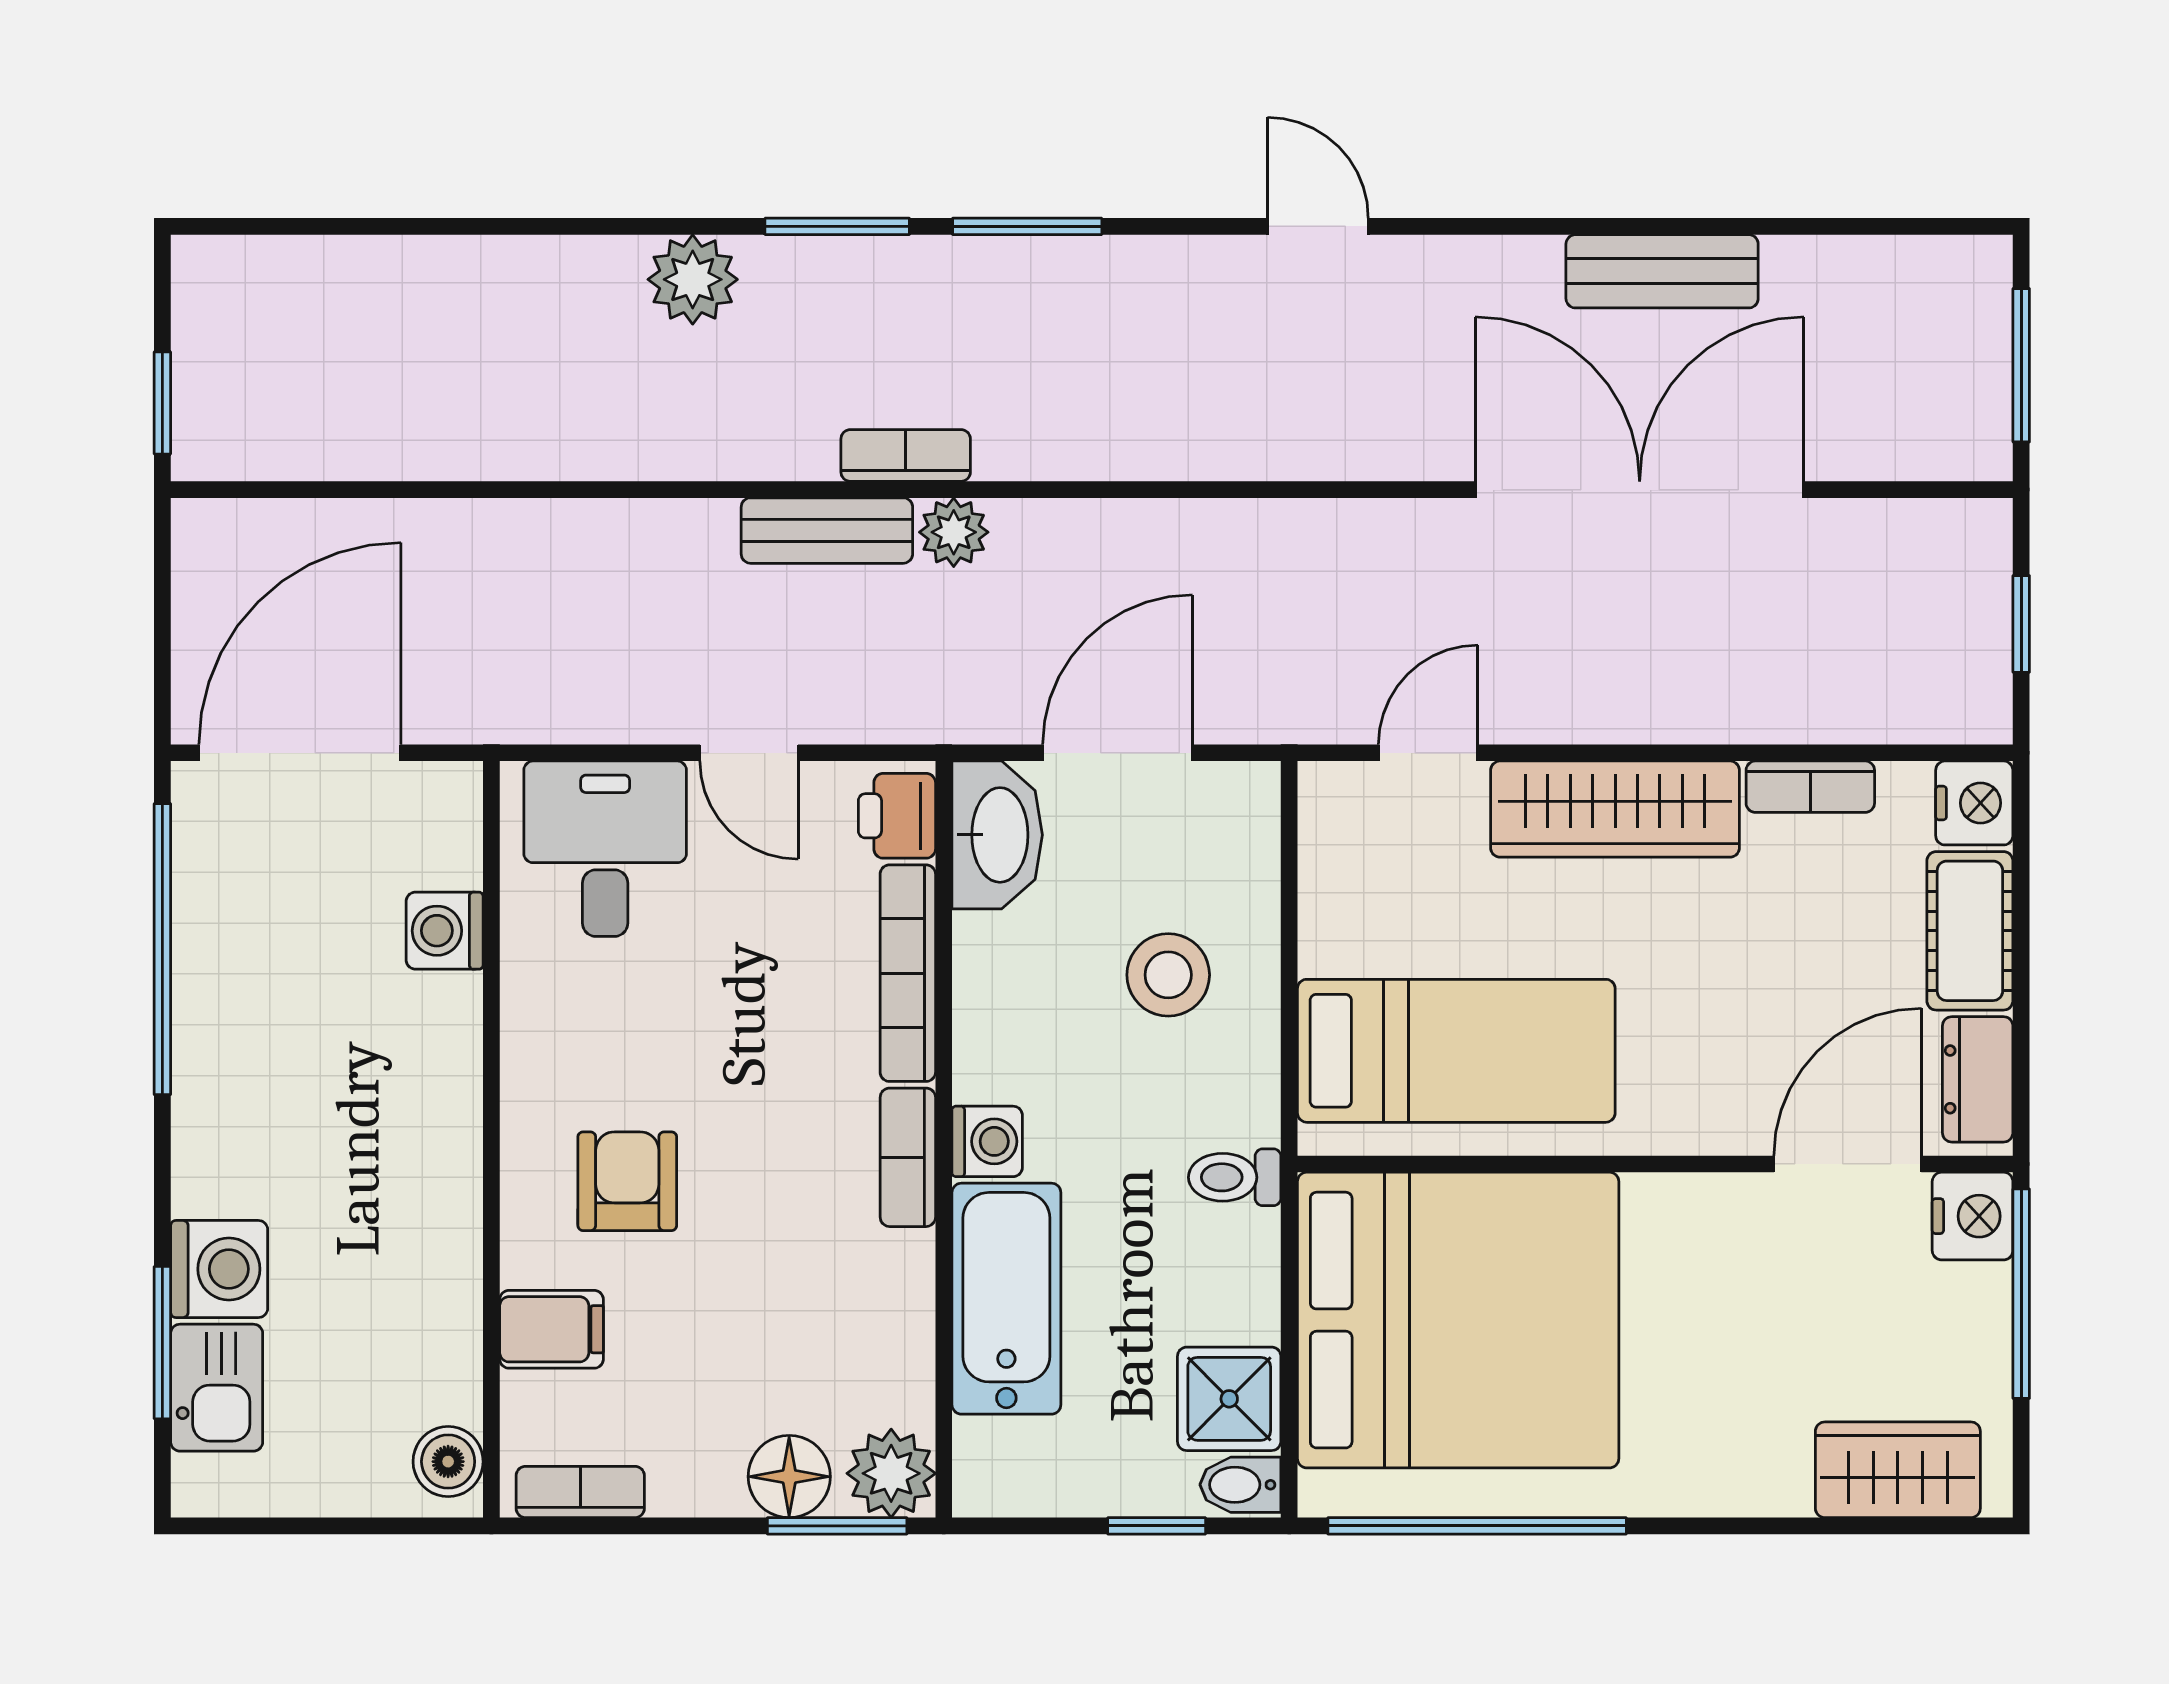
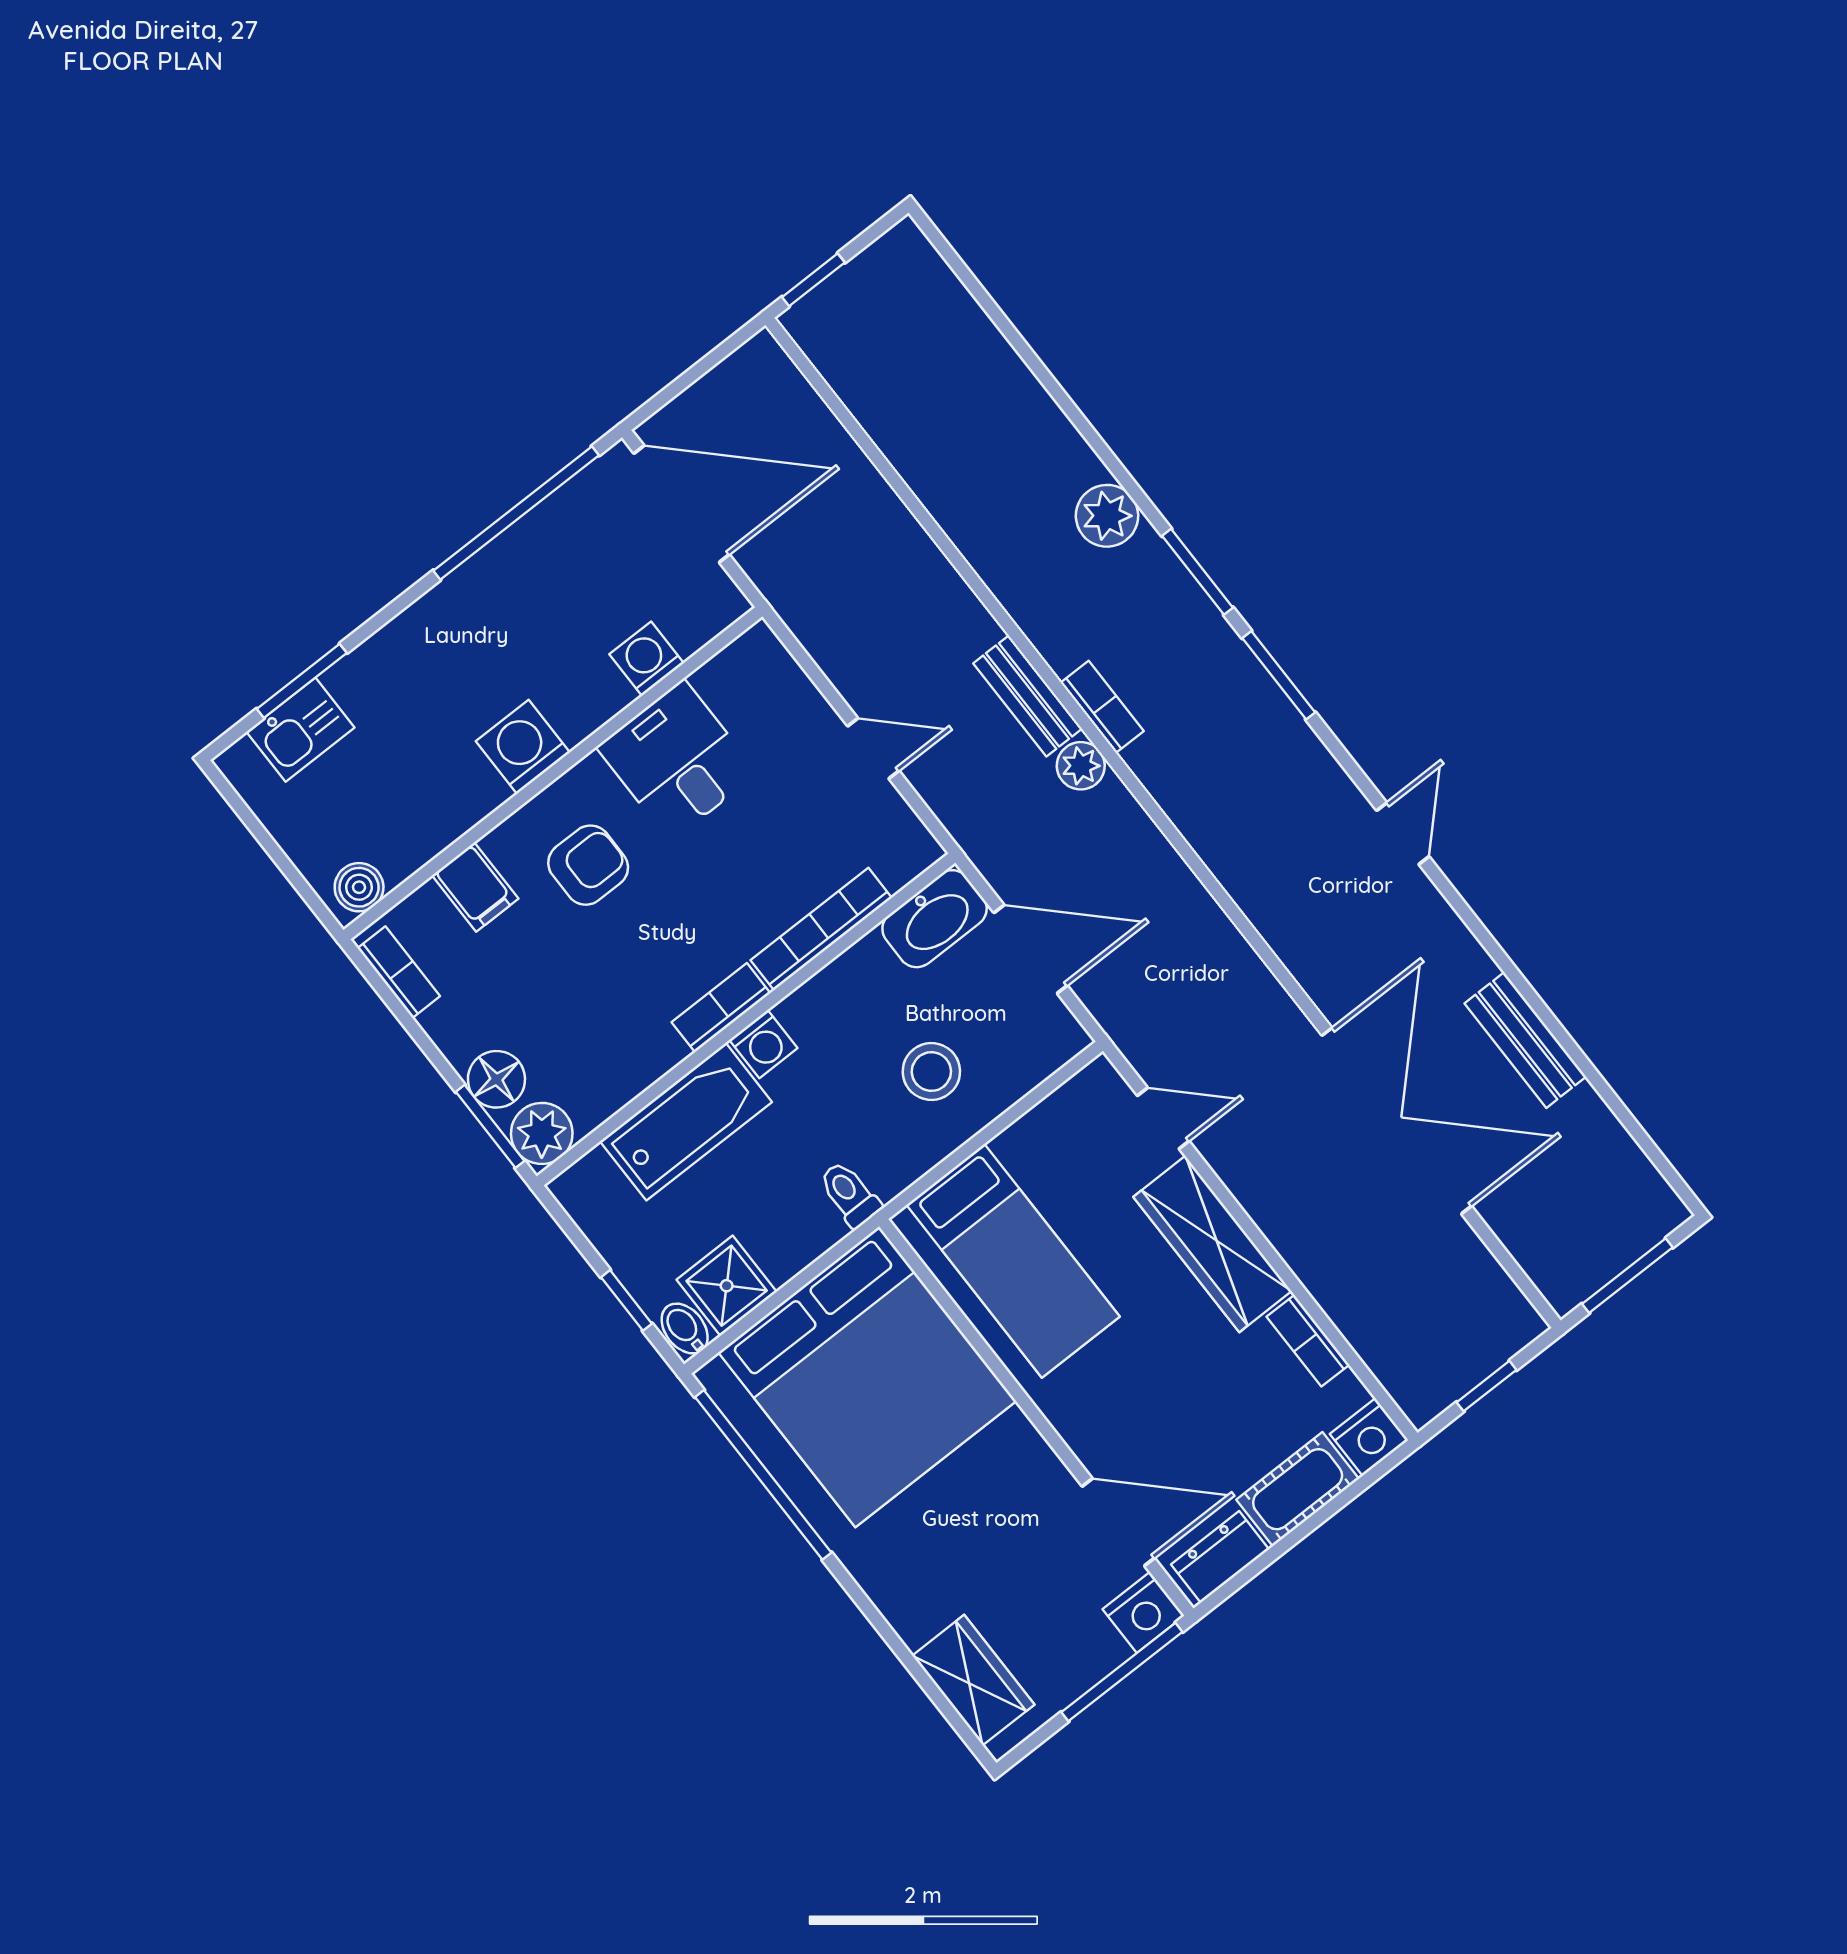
door: (749, 753) -> (873, 748), swing flipped
printer: (897, 816) -> (902, 856), removed
desk: (605, 849) -> (677, 760), moved, turned -90
washing machine: (219, 1269) -> (523, 747), moved, turned 180

